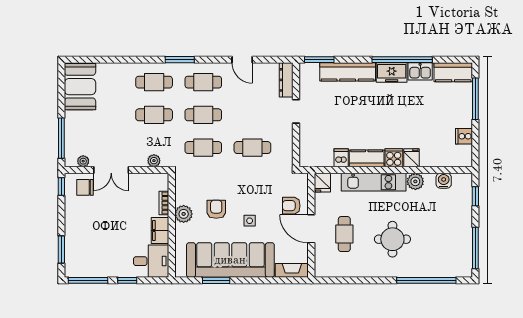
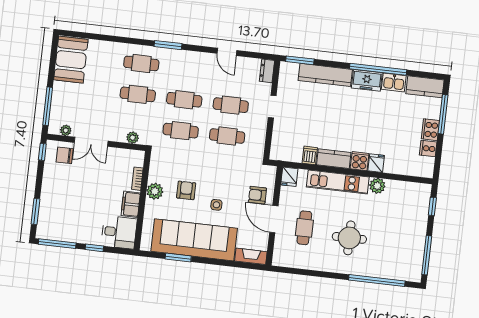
dresser: (286, 80) -> (267, 71), width x0.70
cafe table: (203, 82) -> (231, 105), moved
cooker: (464, 116) -> (430, 130), added
water cooler: (444, 181) -> (404, 188), removed

